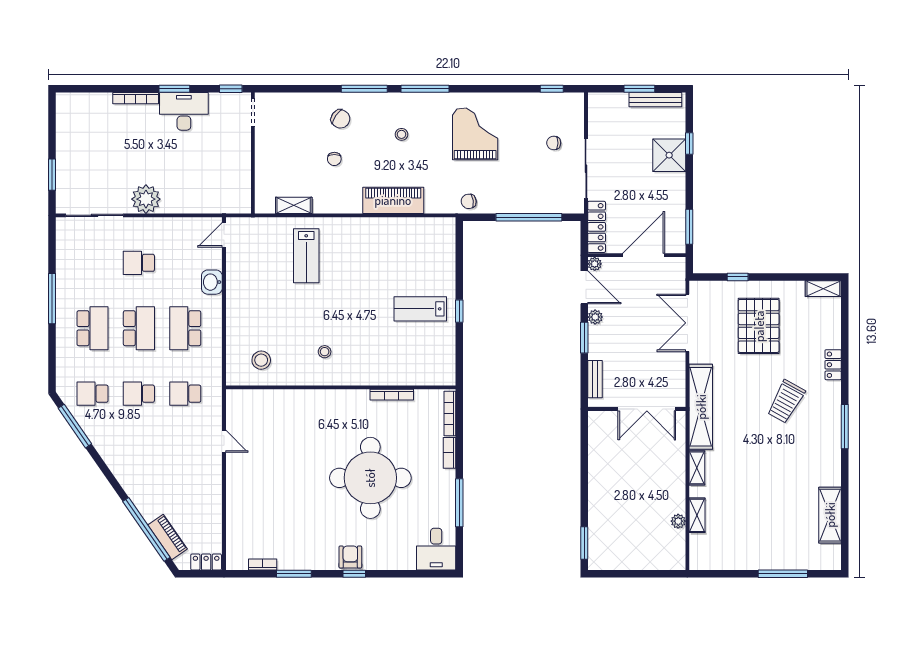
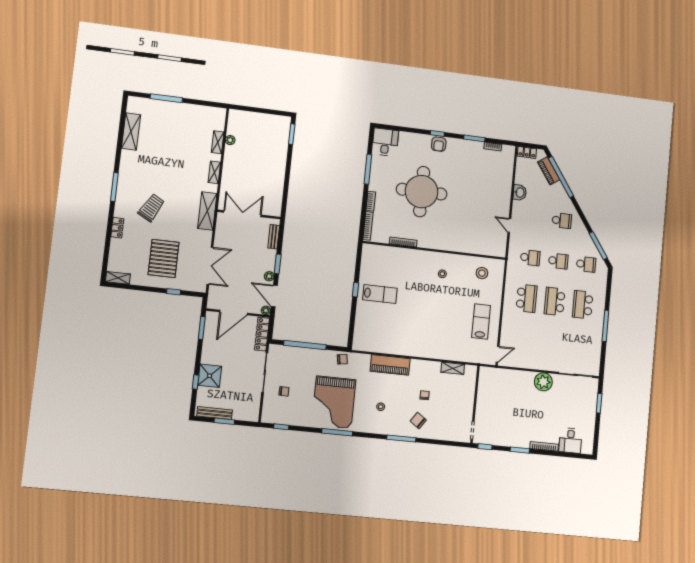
window: (425, 89) -> (337, 432), moved
desk: (184, 111) -> (570, 441), moved, width x0.73
grand piano: (475, 134) -> (334, 402), width x1.37, depth x1.48
lab bench: (306, 256) -> (481, 321), moved
school desk: (139, 263) -> (562, 221), moved
washbasin: (212, 282) -> (520, 192), moved
shelving: (701, 407) -> (207, 211), width x0.68

